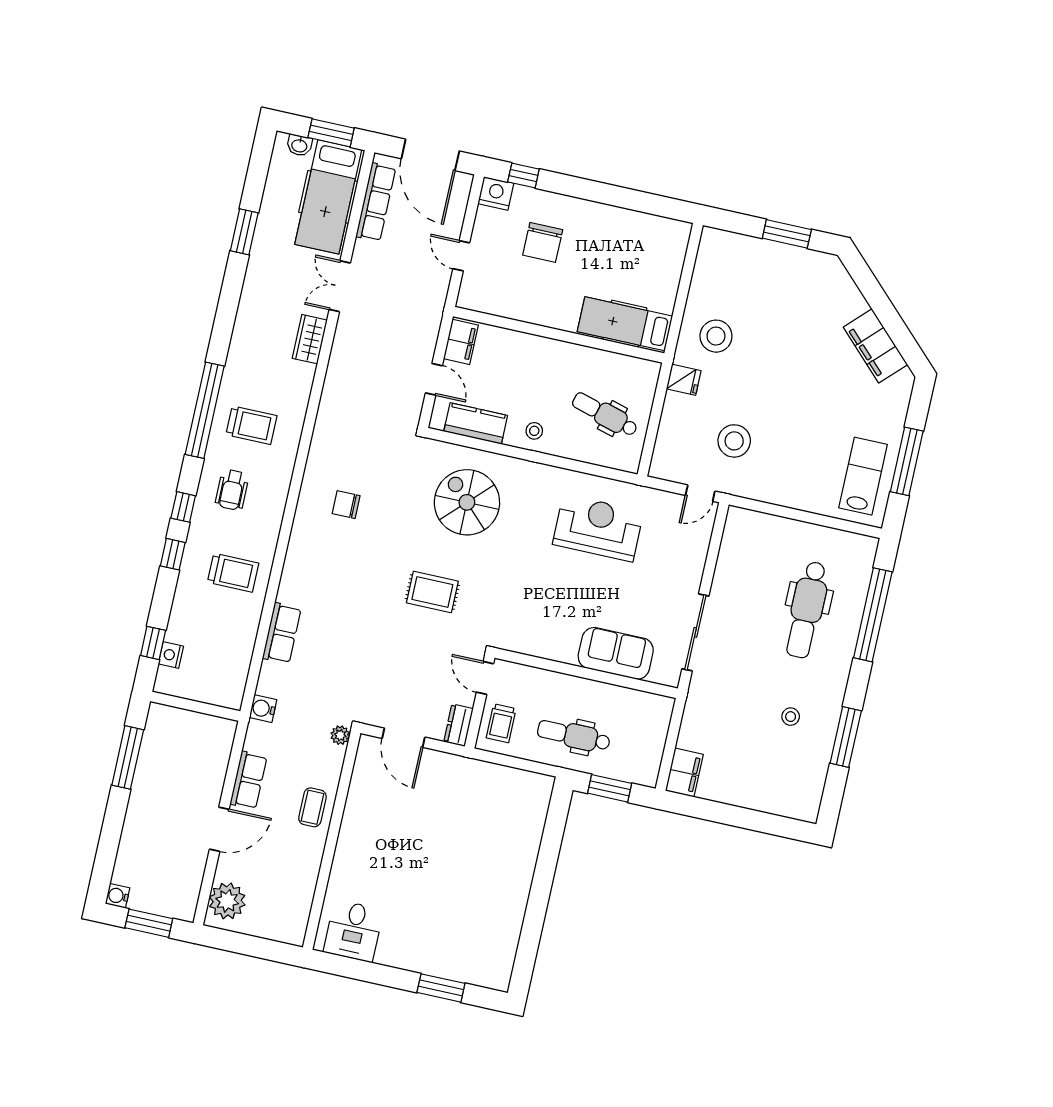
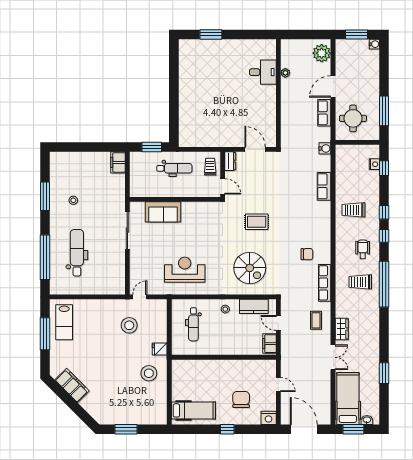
window: (523, 175) -> (227, 429), moved
row of seats: (376, 202) -> (325, 283), moved
hospital bed: (625, 324) -> (193, 410), moved
dental chair: (605, 414) -> (193, 324), turned 74
reception desk: (598, 528) -> (185, 270), turned 180
plant: (340, 735) -> (285, 73), moved
round table: (193, 756) -> (353, 118), added
coffee table: (312, 807) -> (316, 320), moved
desk: (353, 931) -> (263, 72), moved, turned 90

